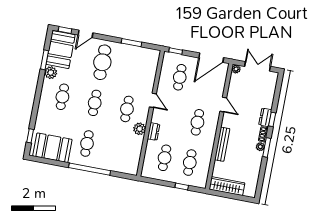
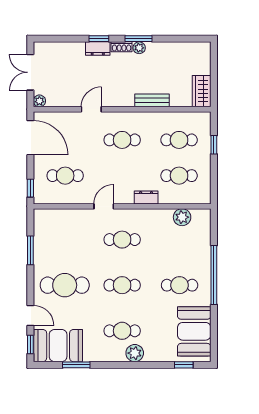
plant: (51, 73) -> (135, 353), moved
plant: (140, 129) -> (182, 217), moved
bench: (222, 144) -> (152, 100), width x0.73
wardrobe: (227, 186) -> (202, 91), width x0.67

